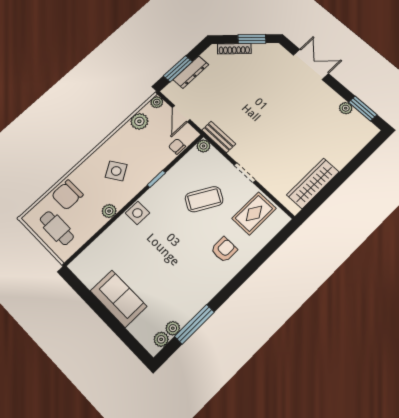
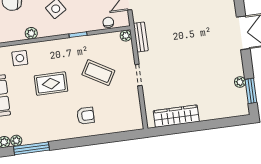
side table: (137, 213) -> (20, 58), moved
rug: (254, 213) -> (51, 84), moved

